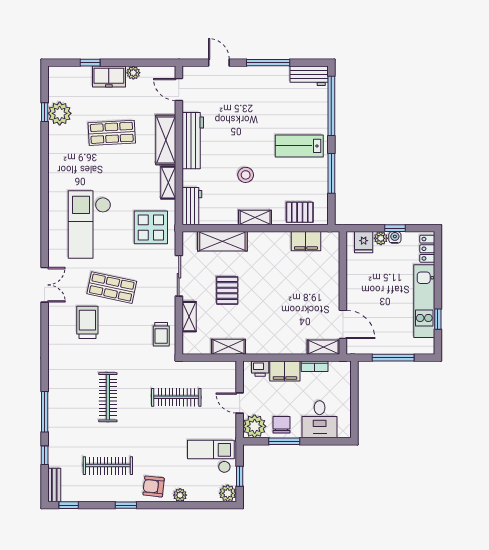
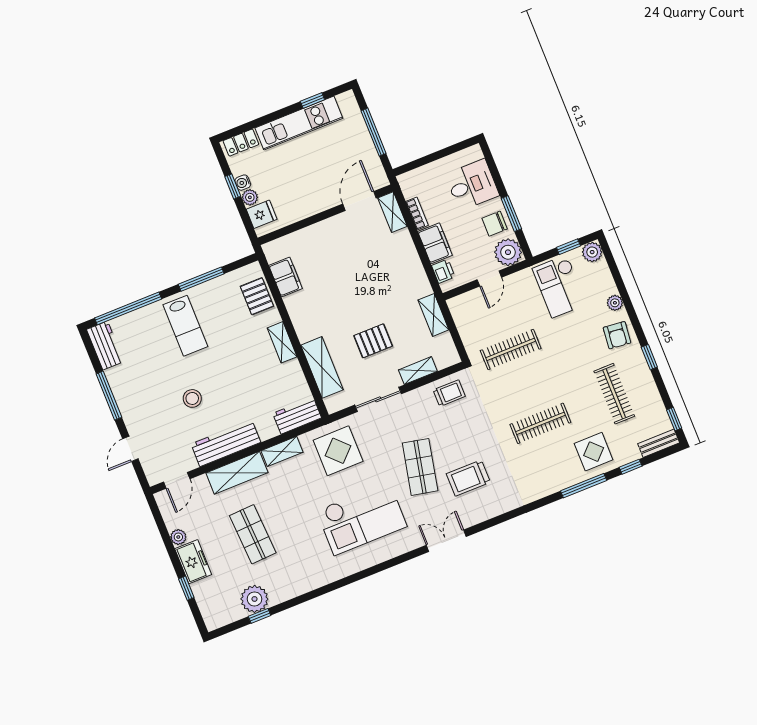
stool: (246, 175) -> (192, 398), moved
clothes rail: (176, 397) -> (511, 349), turned 90
display table: (68, 431) -> (594, 452), added

